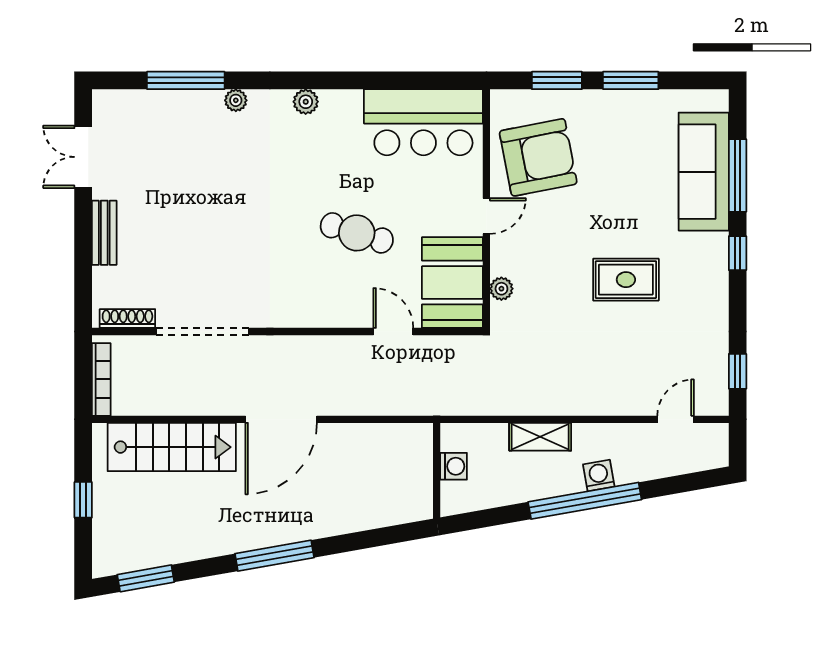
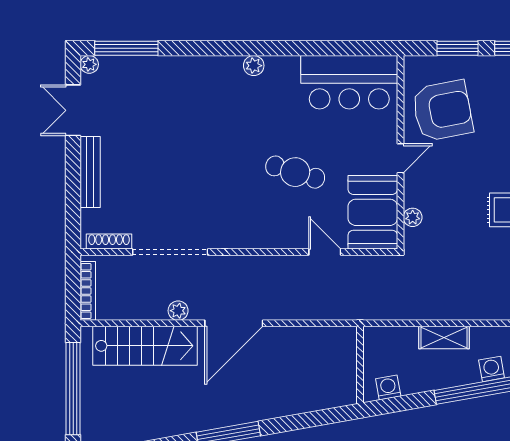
window: (186, 80) -> (126, 48), moved
plant: (236, 100) -> (89, 64), moved
bench: (104, 233) -> (90, 172), width x1.36
plant: (213, 404) -> (178, 311), added
washing machine: (454, 466) -> (388, 387), moved, turned -100
window: (83, 500) -> (73, 389), width x3.17

